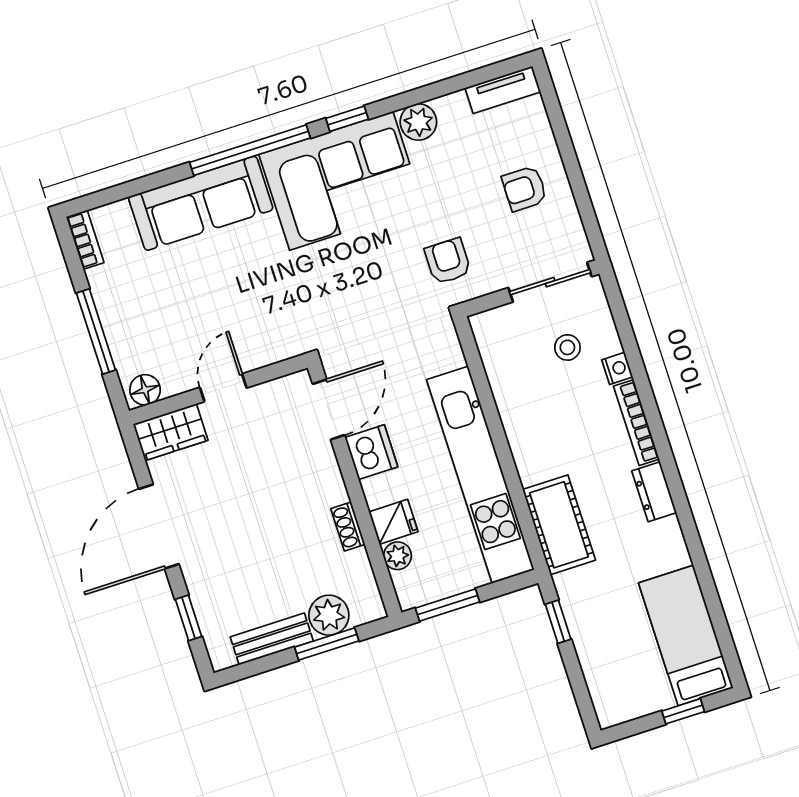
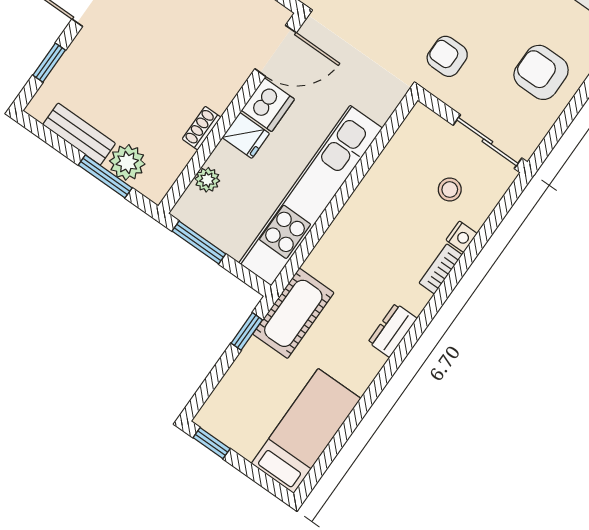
armchair: (524, 189) -> (541, 72), width x1.38, depth x1.38
armchair: (448, 261) -> (447, 56), turned -90
bookcase: (636, 423) -> (441, 269), width x0.64
fridge: (393, 522) -> (246, 135), moved
cot: (559, 525) -> (293, 313), moved
window: (683, 711) -> (212, 443), moved

